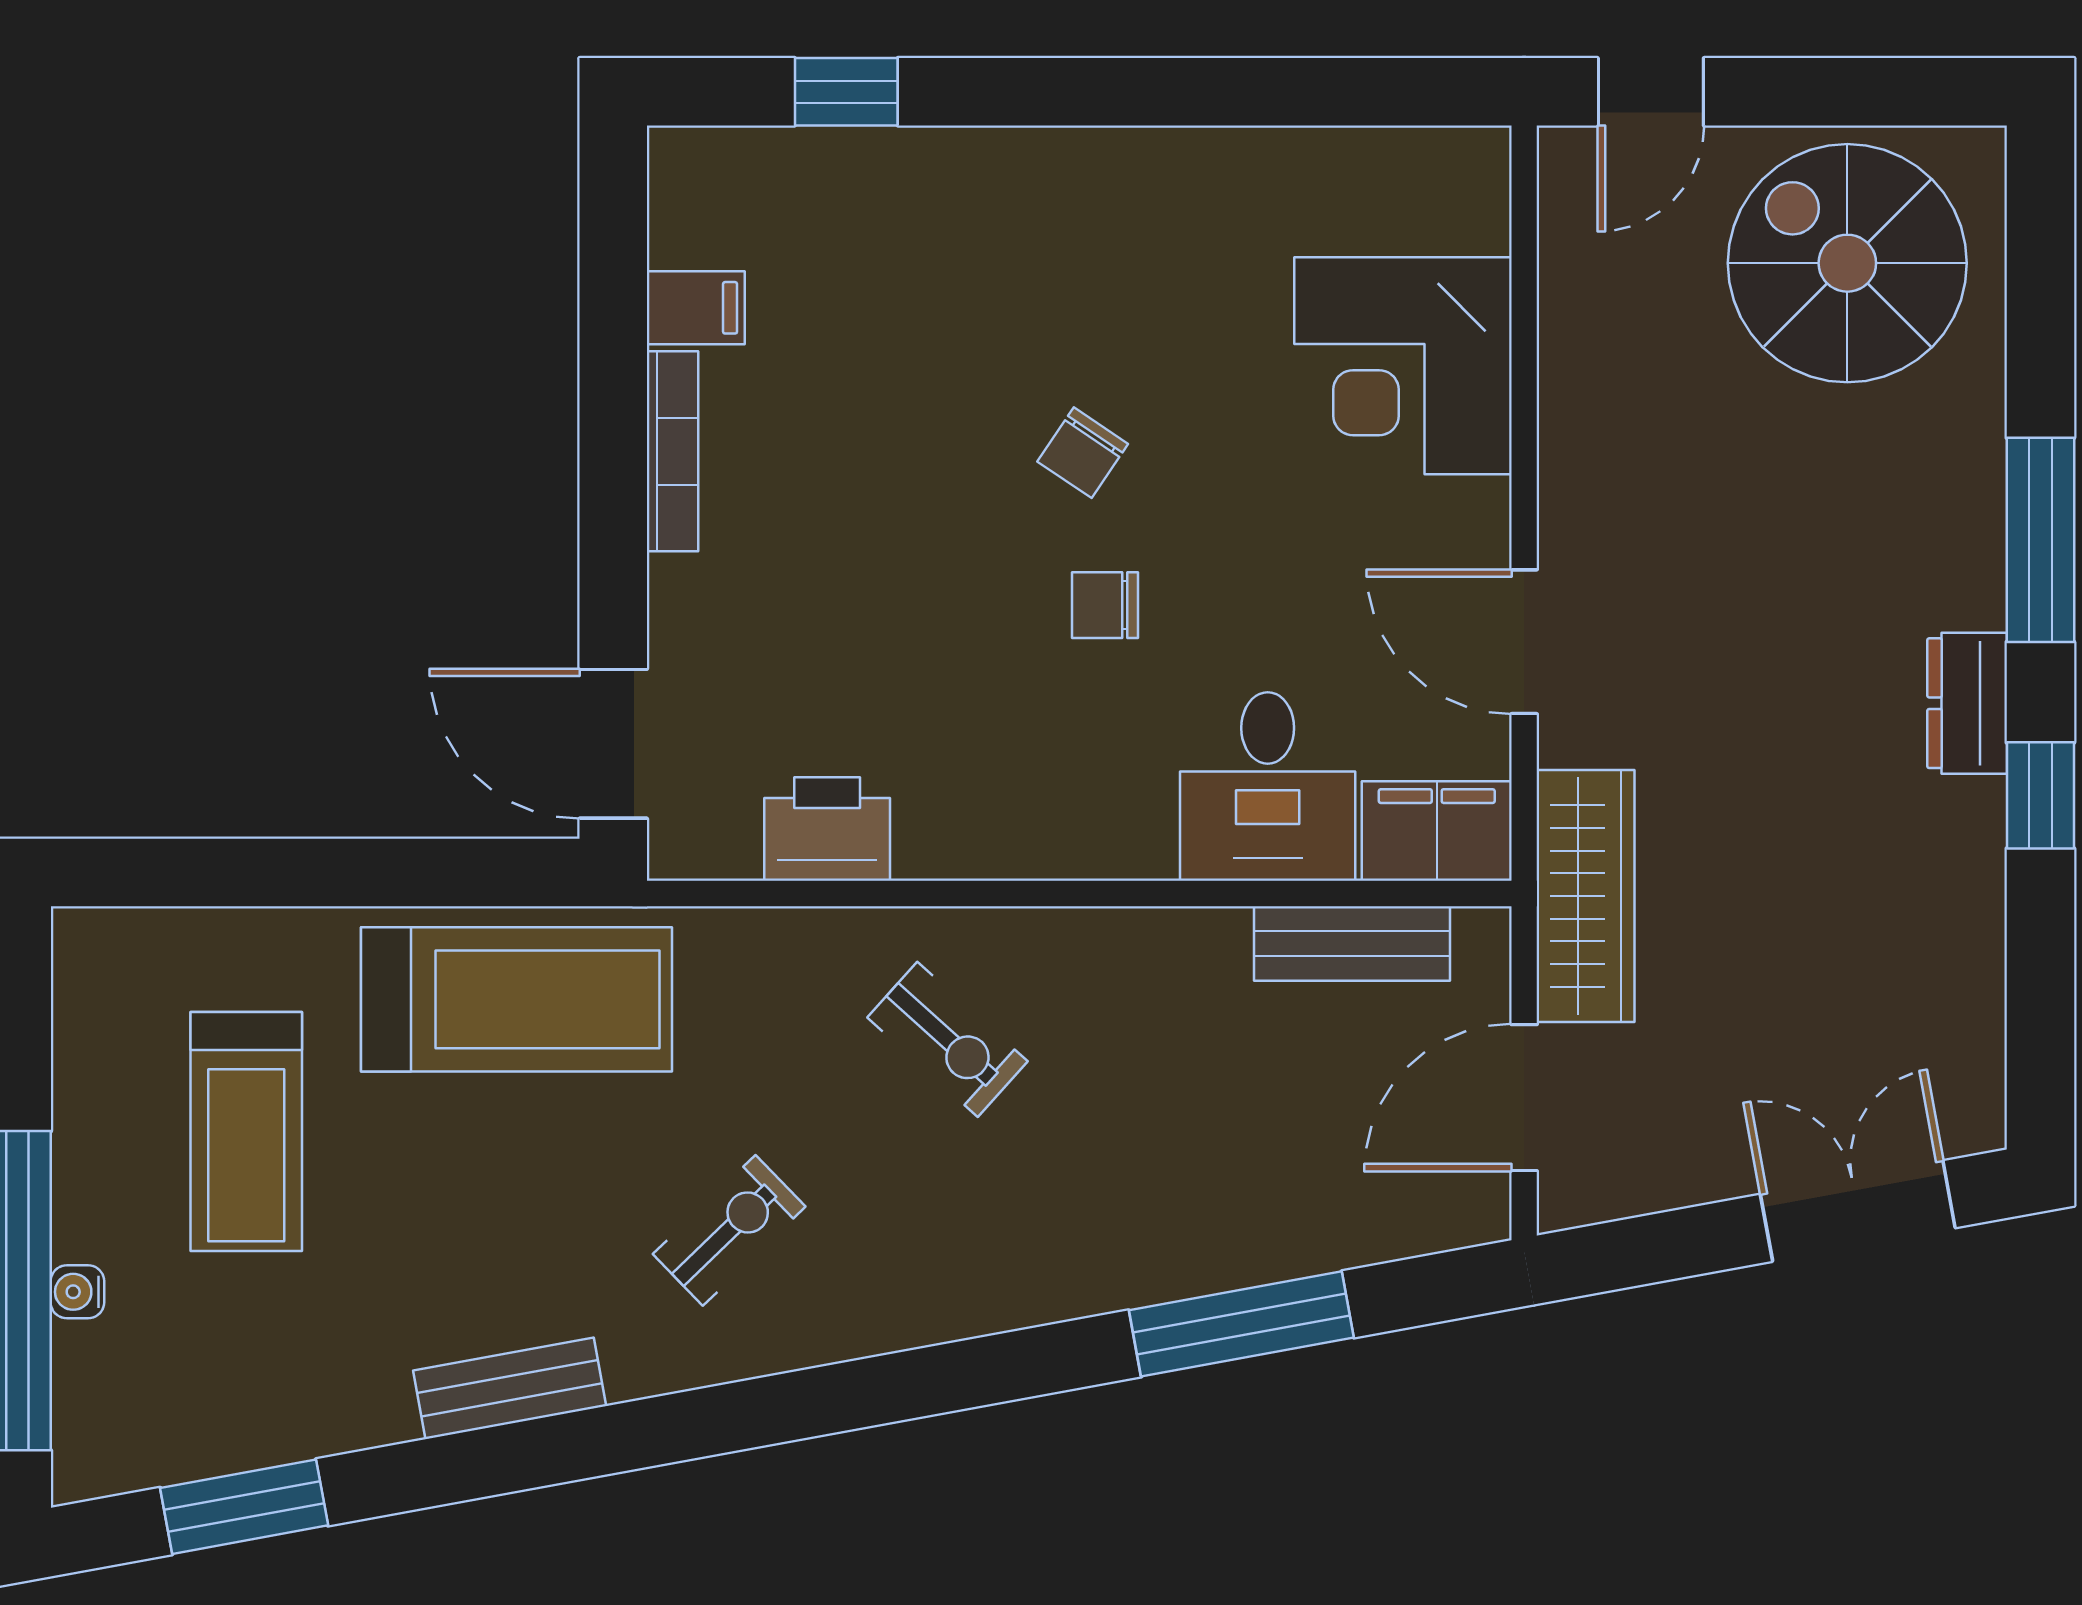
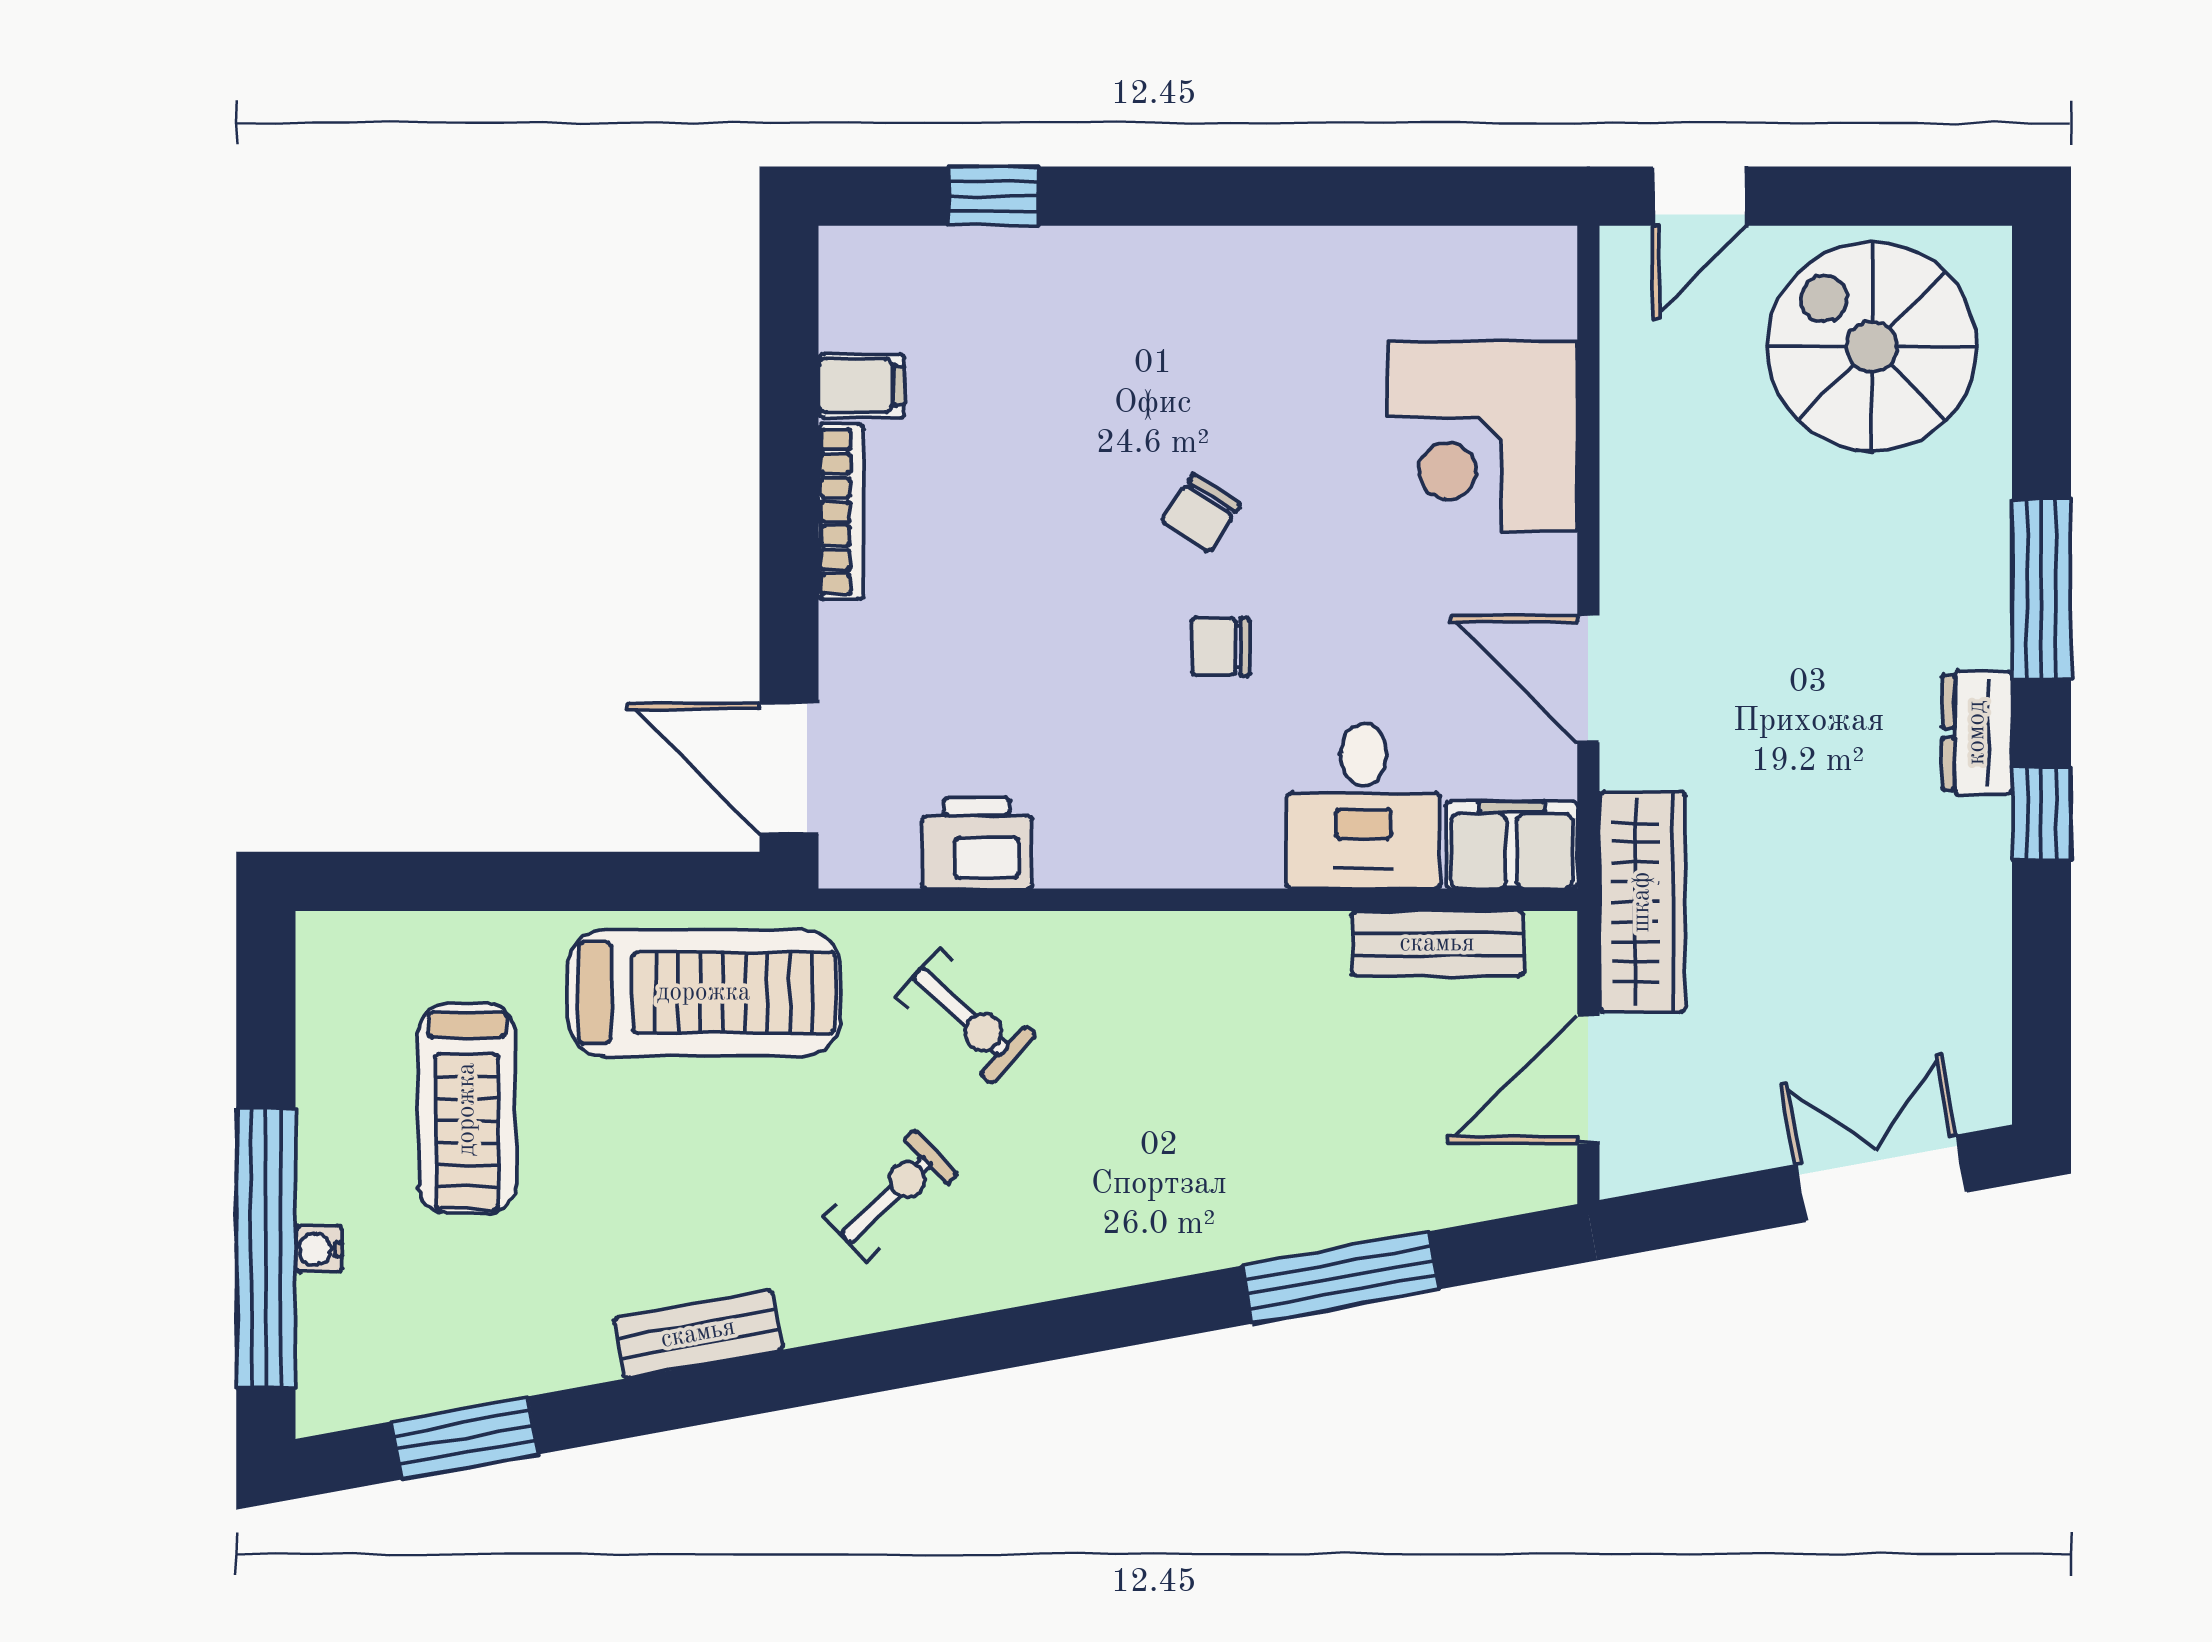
exercise bike: (948, 1039) -> (966, 1016), moved

